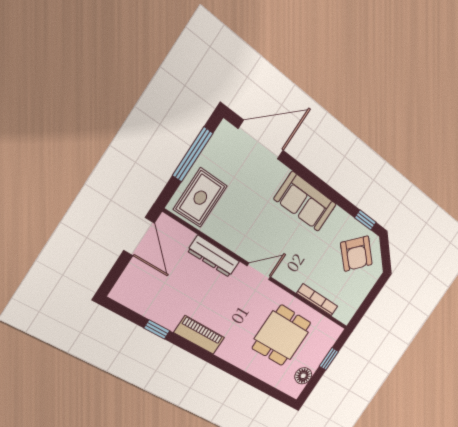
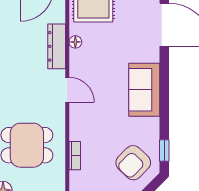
floor lamp: (221, 236) -> (75, 42), added
bookcase: (317, 300) -> (75, 156), width x0.64

